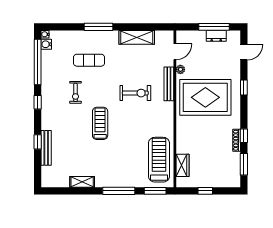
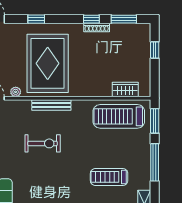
bench: (169, 84) -> (51, 105), moved
exercise bike: (135, 93) -> (43, 143), turned 90
treadmill: (100, 123) -> (109, 177), moved
window: (205, 191) -> (155, 50), moved

